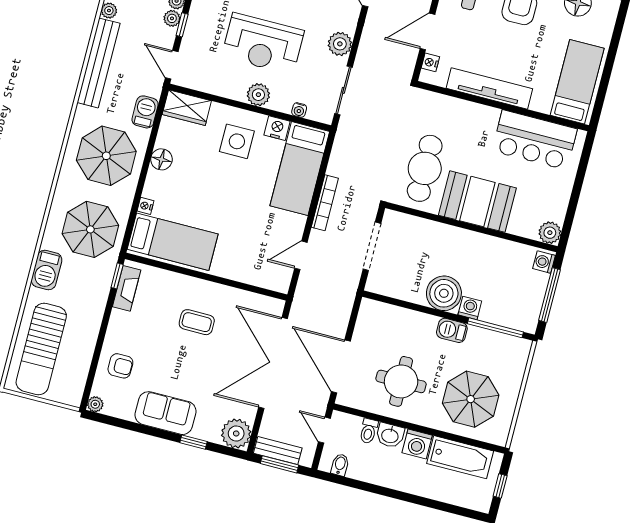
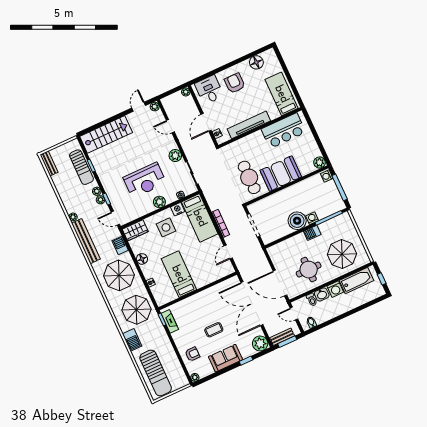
bed: (173, 242) -> (179, 274), moved, turned -90
coffee table: (197, 322) -> (214, 330), moved

